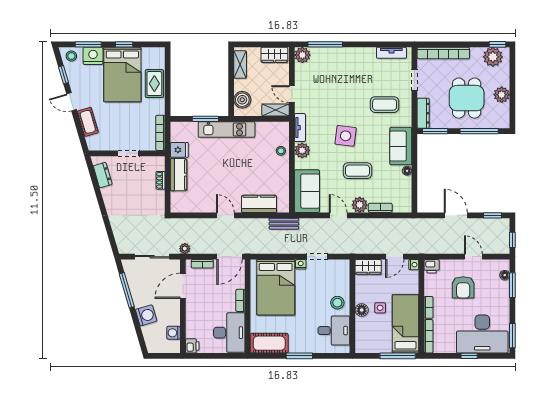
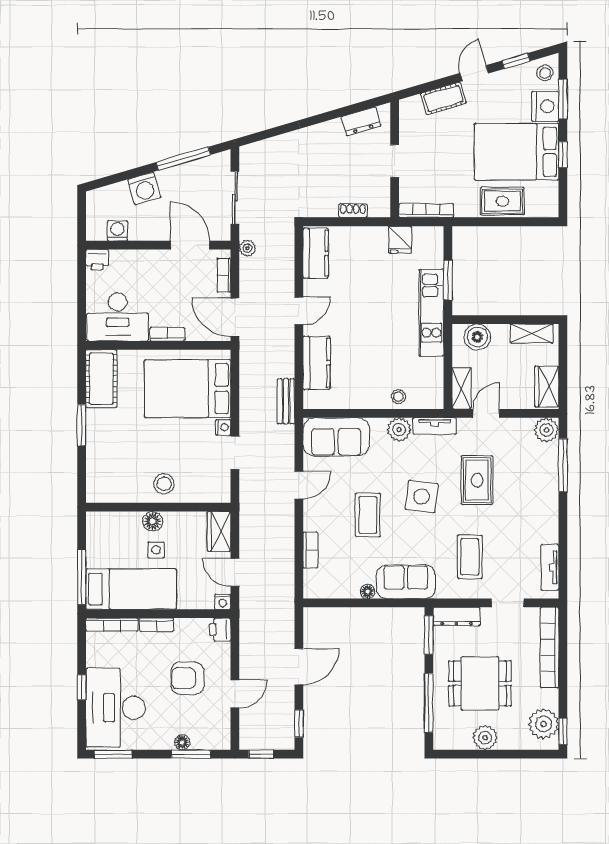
rug: (335, 100) -> (477, 480), added
kitchen counter: (179, 175) -> (316, 253), moved, turned -90
plant: (360, 205) -> (315, 518), removed
floor lamp: (505, 275) -> (182, 742), moved
desk: (334, 331) -> (121, 478), removed

